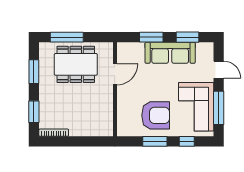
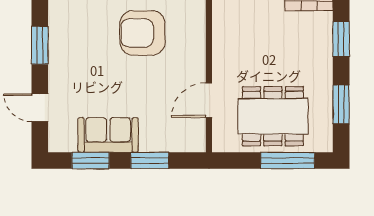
sofa: (170, 53) -> (108, 135), width x0.73
corner sofa: (196, 107) -> (76, 47), removed
window: (219, 108) -> (40, 45), width x0.69

